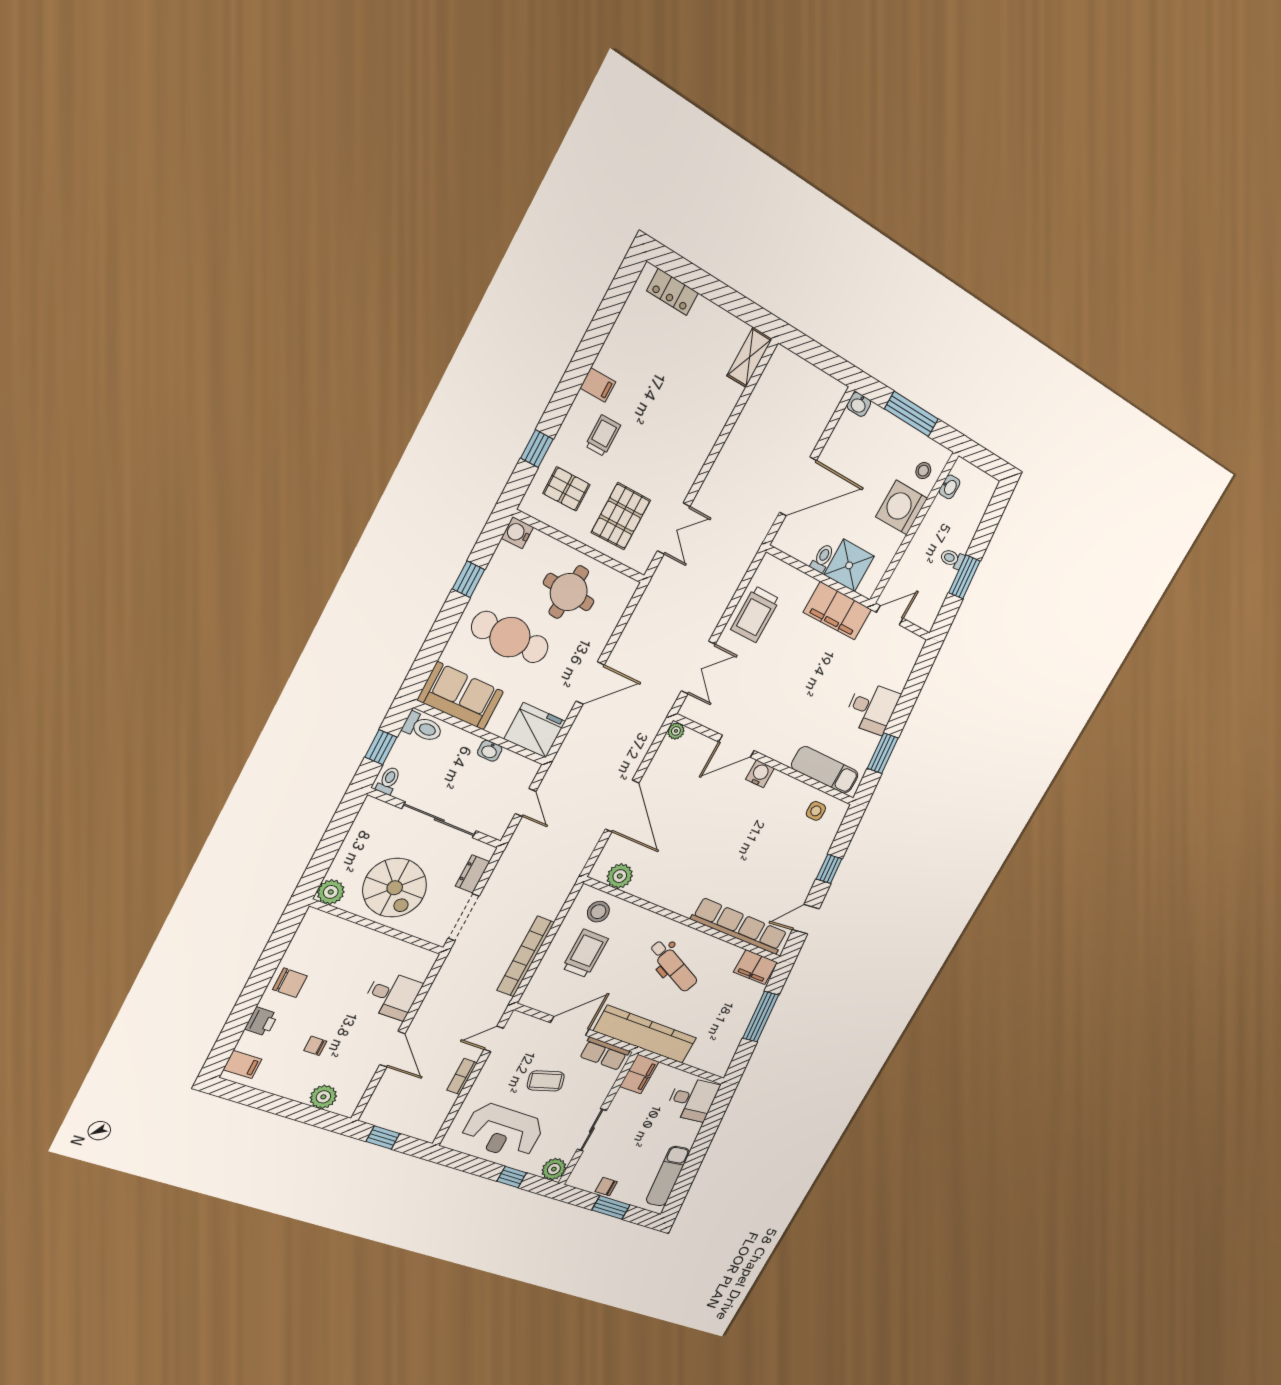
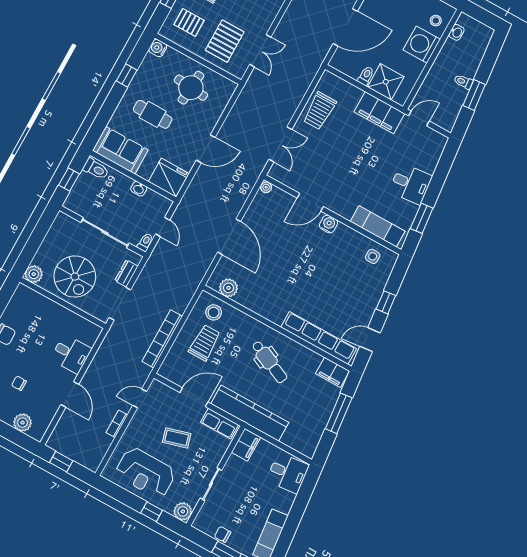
cafe table: (510, 637) -> (153, 114), width x0.73, depth x0.74
toilet: (388, 781) -> (145, 242), moved

